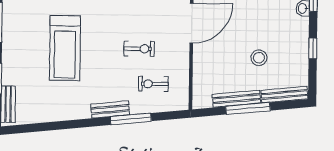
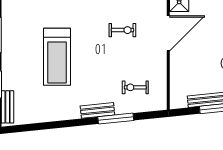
exercise bike: (139, 49) -> (122, 30), moved

